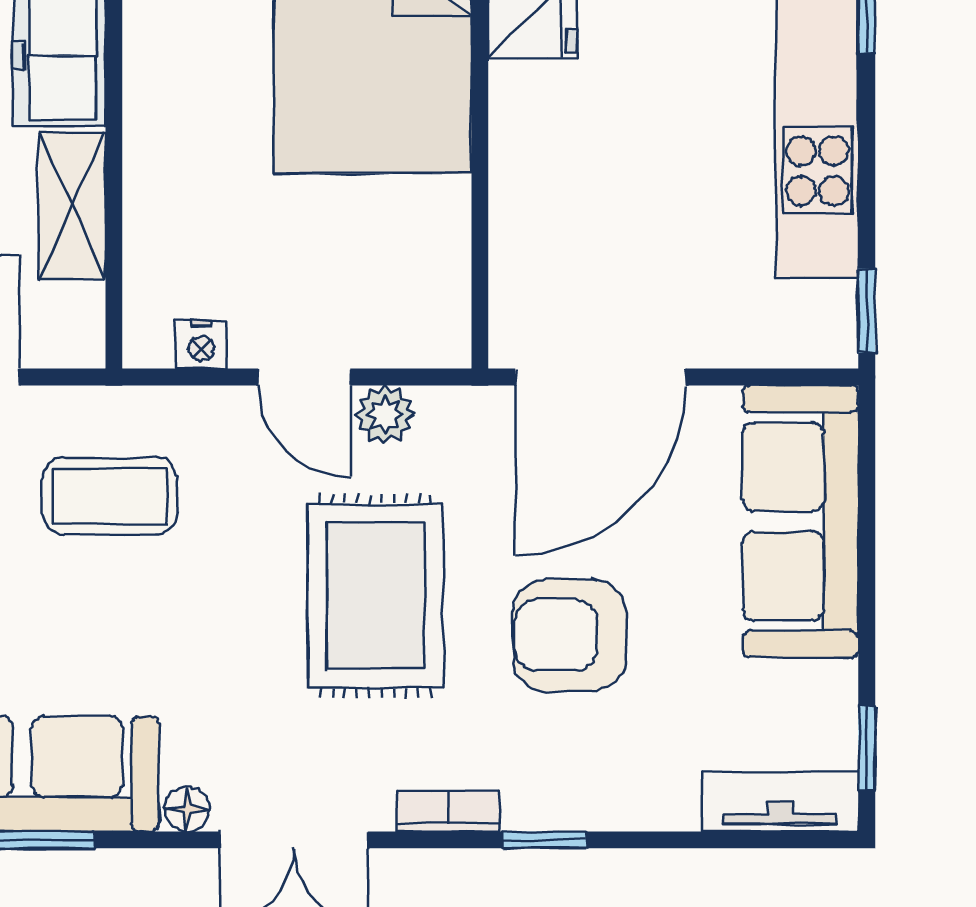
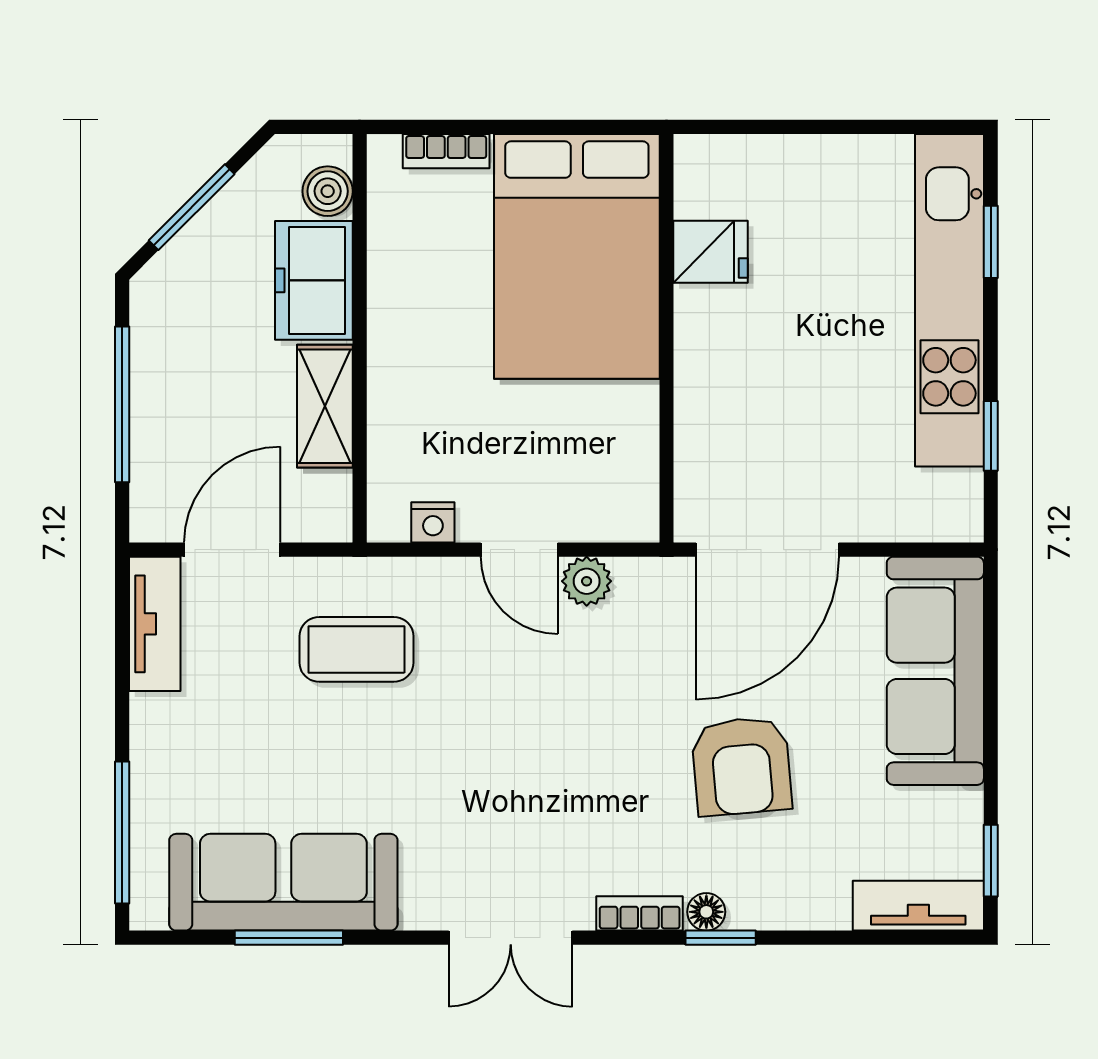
window: (867, 311) -> (991, 436), moved
rug: (376, 596) -> (579, 733), removed
armchair: (570, 635) -> (742, 766), turned -95
floor lamp: (187, 809) -> (706, 912), moved

